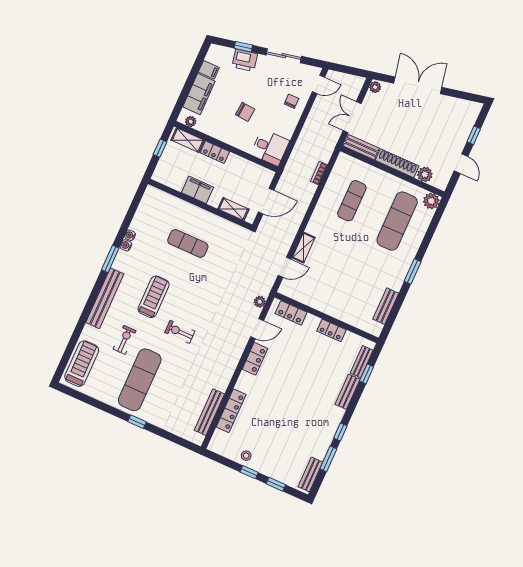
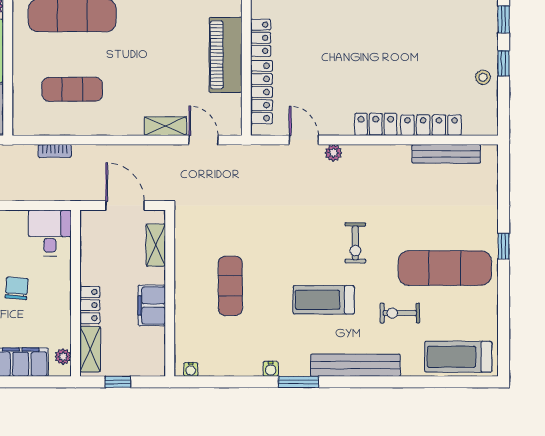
water cooler: (130, 235) -> (191, 369), moved
plant: (260, 302) -> (333, 153), moved
piano: (331, 304) -> (226, 55), added
locker: (291, 313) -> (262, 92), width x1.53
locker: (255, 359) -> (376, 124), moved

